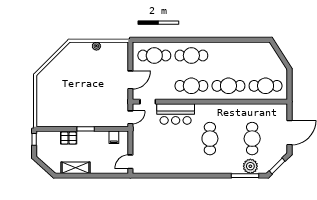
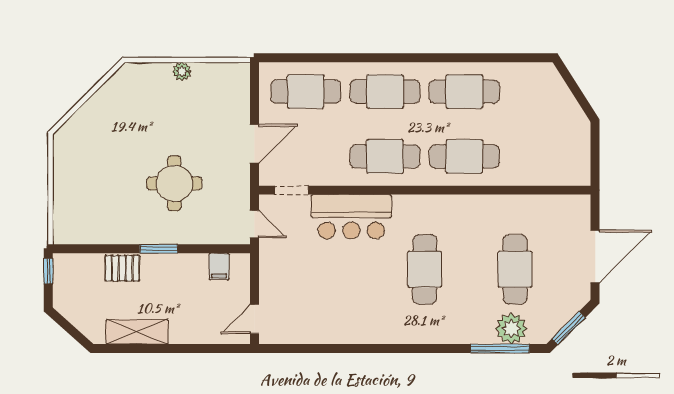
cafe table: (266, 86) -> (464, 92), moved
round table: (93, 98) -> (174, 183), added
door: (130, 117) -> (254, 224), hinge flipped

